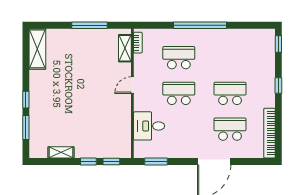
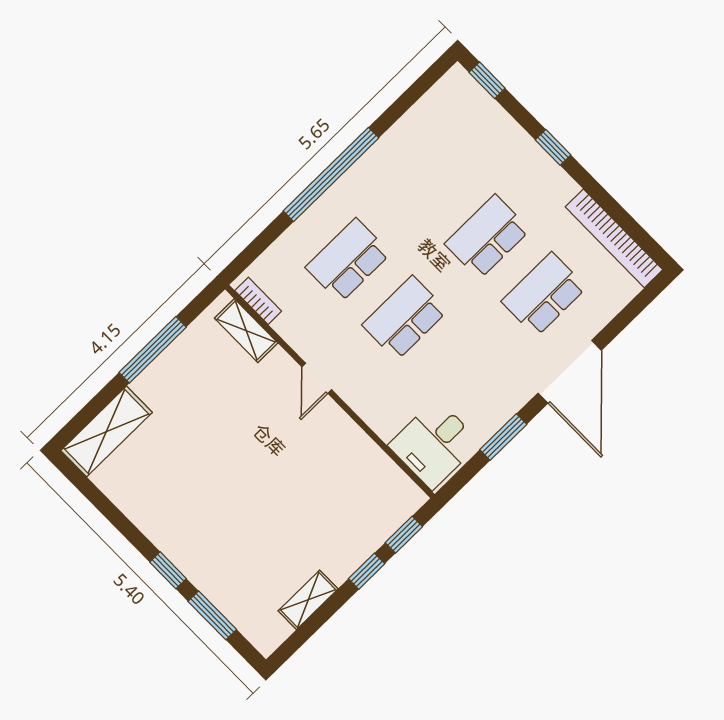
shelving: (37, 49) -> (106, 431), moved, turned 90
desk: (149, 126) -> (434, 444), moved
window: (156, 161) -> (503, 437), moved

